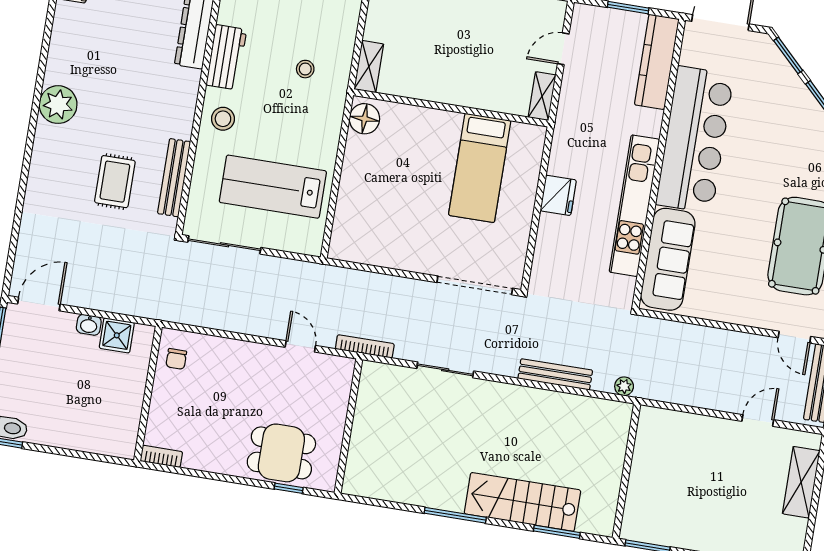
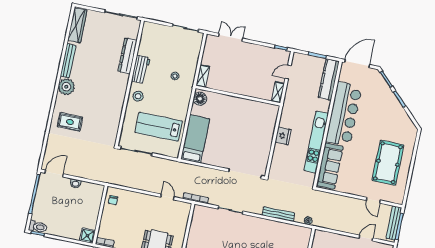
bed: (480, 168) -> (195, 139), moved, turned 180
bench: (174, 178) -> (68, 61), moved
rug: (115, 182) -> (70, 122), moved, turned 90
shower: (117, 335) -> (87, 236), moved
door: (794, 337) -> (373, 200), moved

